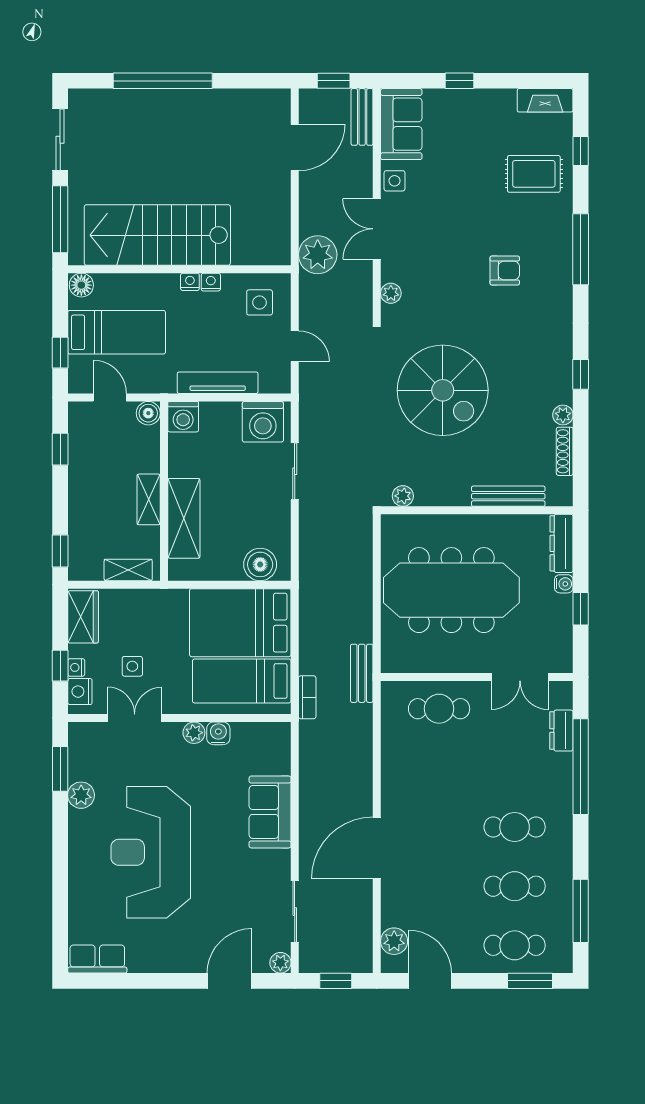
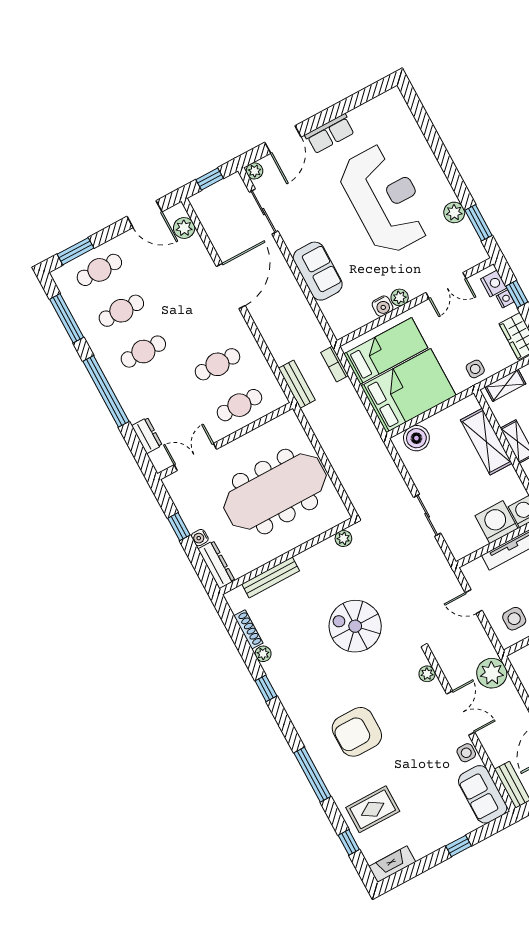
armchair: (505, 270) -> (357, 732), width x1.88, depth x1.88
spiral stairs: (443, 390) -> (355, 626), width x0.73, depth x0.73
washing machine: (263, 422) -> (496, 522), moved
side table: (132, 666) -> (475, 369), moved
bench: (362, 673) -> (297, 384), moved
window: (581, 767) -> (106, 391), moved
cafe table: (439, 768) -> (217, 364), added
row of seats: (97, 959) -> (330, 134), moved

